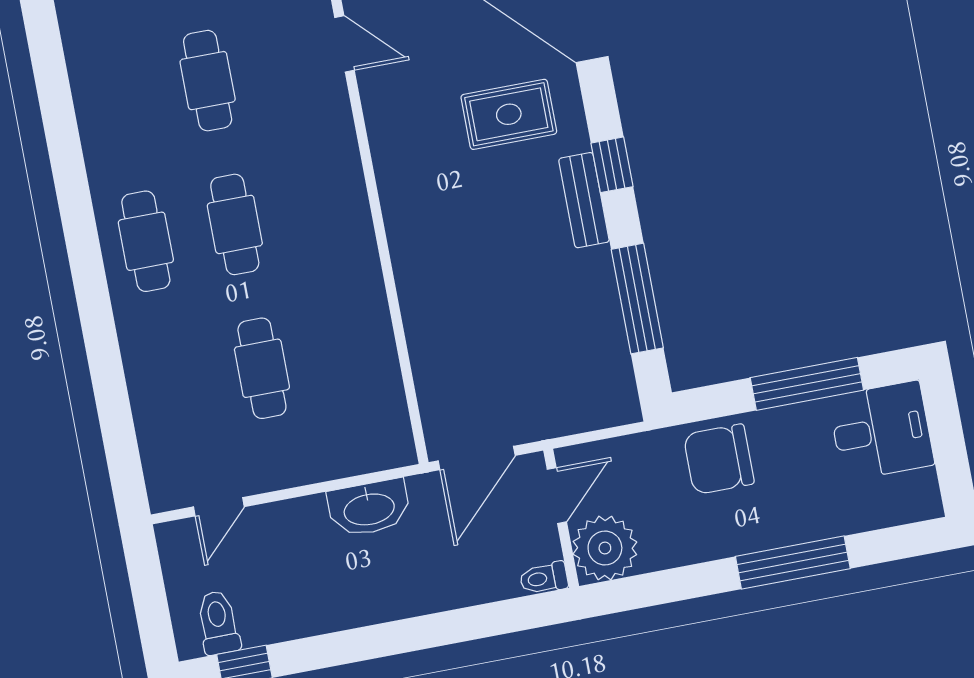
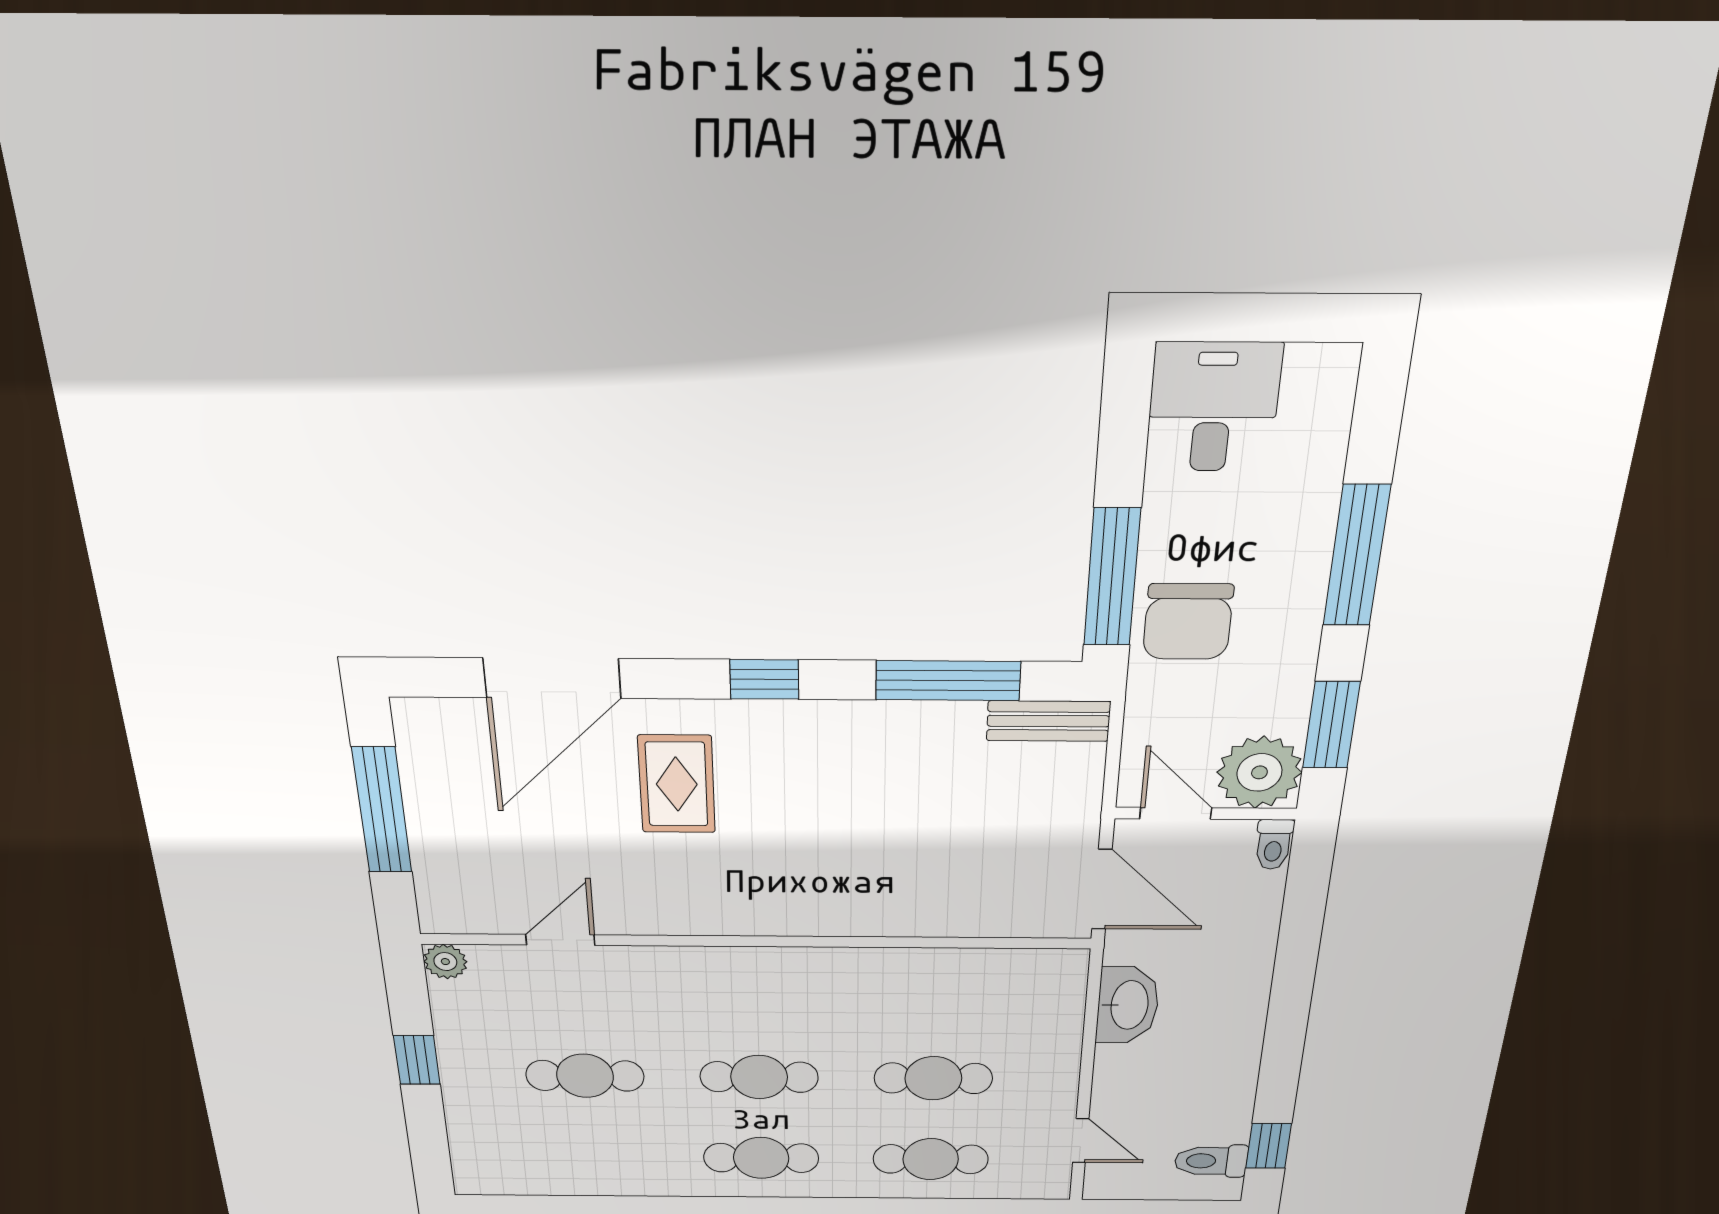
bench: (584, 200) -> (1048, 721), moved
window: (807, 384) -> (1112, 577), moved
cafe table: (173, 385) -> (931, 1159), added
window: (655, 588) -> (1331, 725), added

